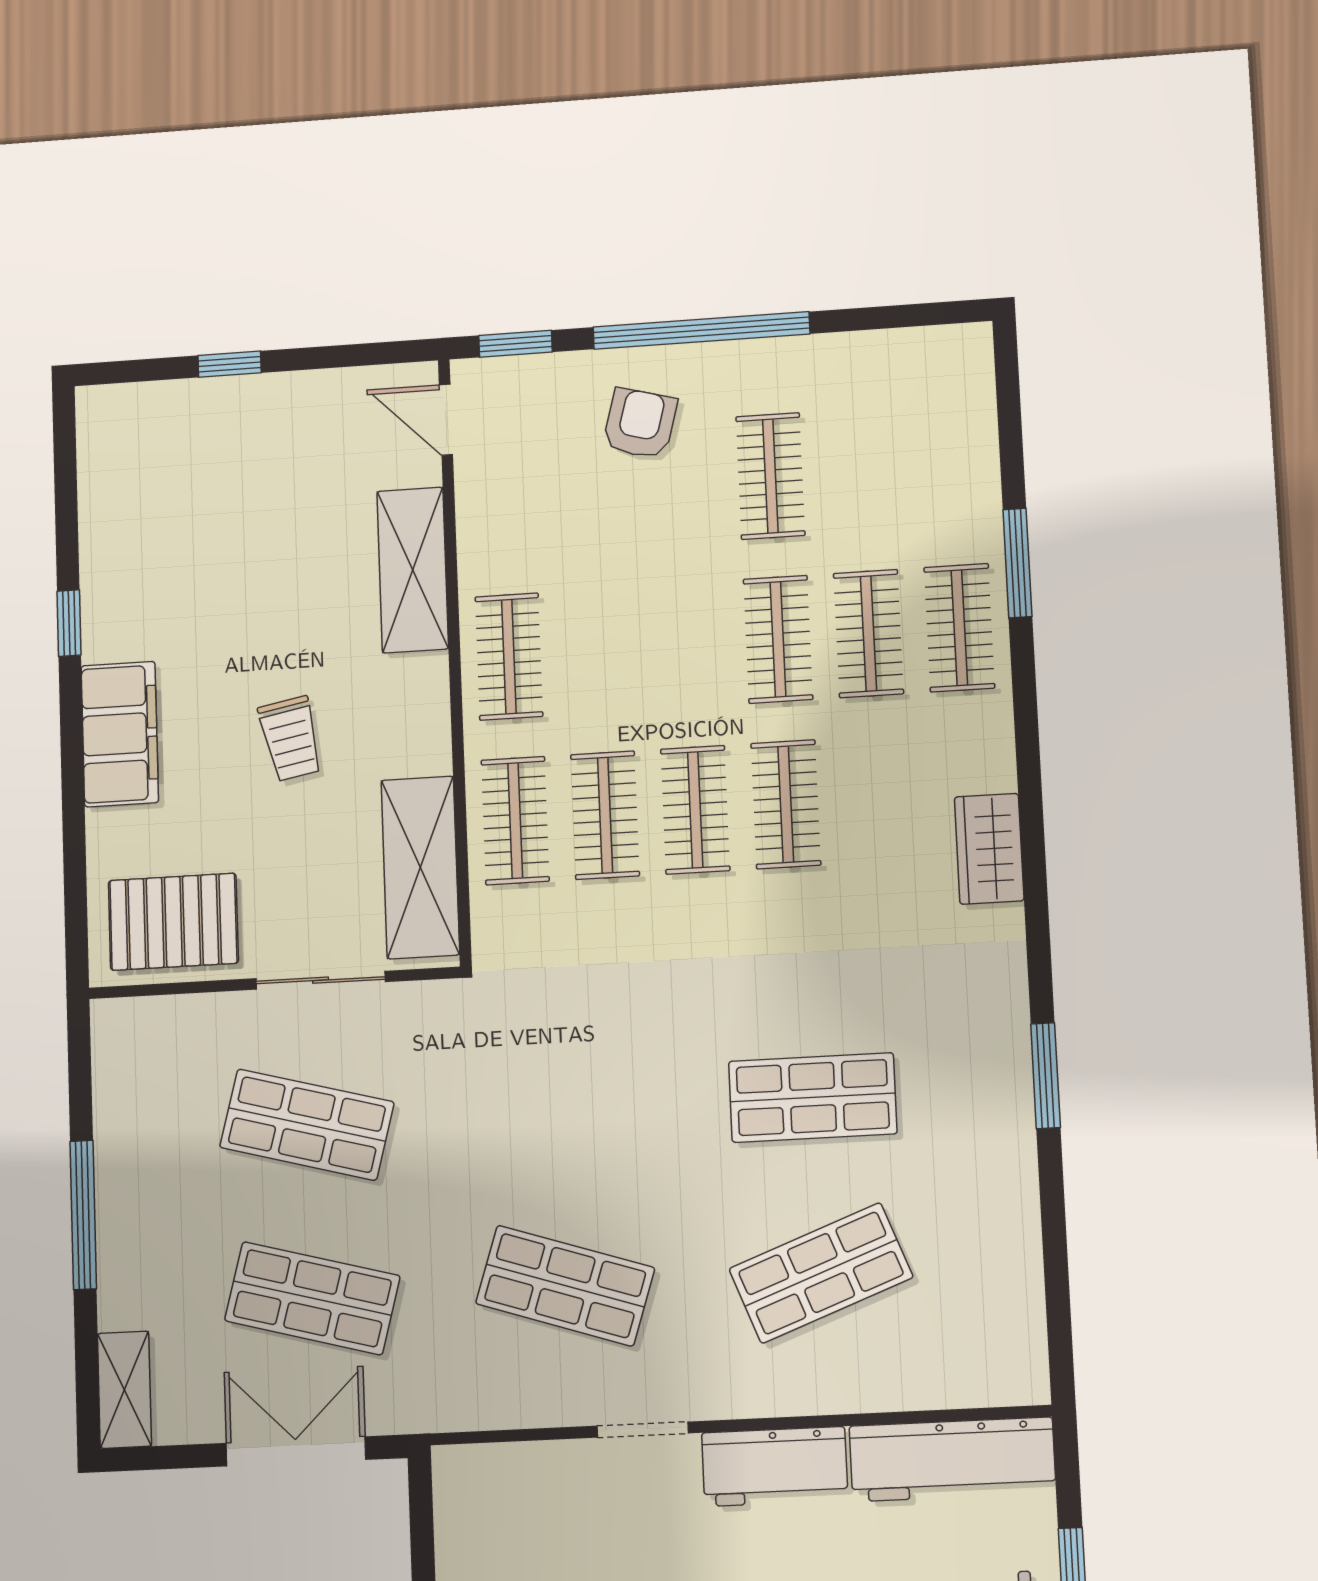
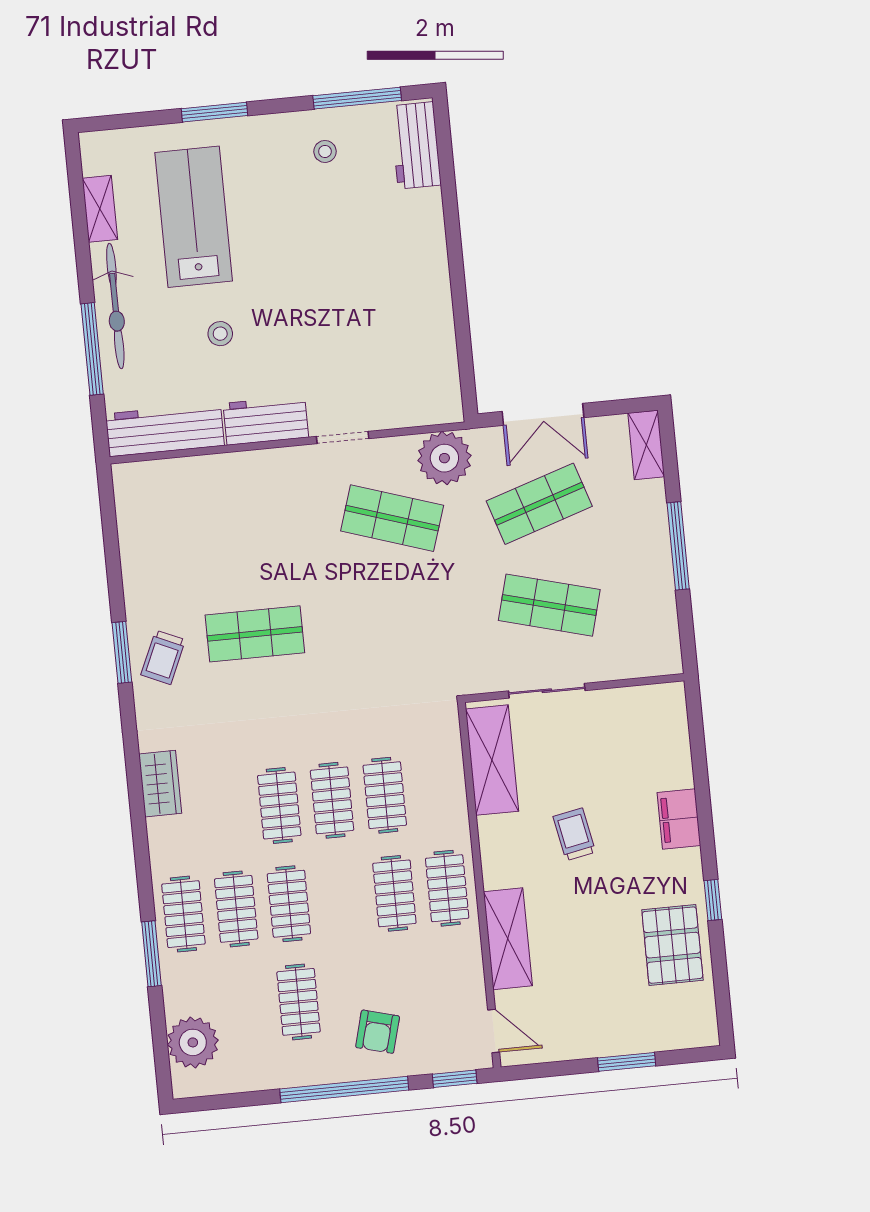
window: (230, 364) -> (627, 1062), width x1.50
plant: (953, 414) -> (193, 1042), added
filing cabinet: (120, 734) -> (679, 819), width x0.67, depth x0.86
clothes rail: (515, 821) -> (394, 893), moved
pallet: (173, 922) -> (672, 945), moved, turned 90
trolley: (974, 1064) -> (163, 657), added
shop shelf: (821, 1273) -> (245, 533), removed
shop shelf: (312, 1298) -> (539, 504), turned -33
plant: (469, 1385) -> (444, 458), added

